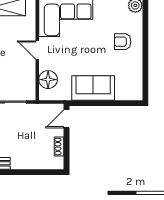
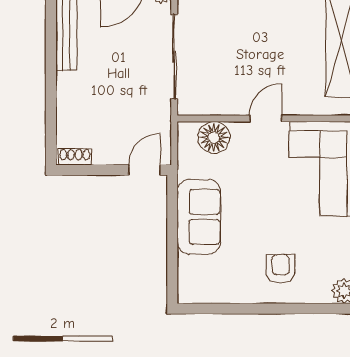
door: (67, 119) -> (145, 170), hinge flipped
shoe rack: (59, 146) -> (75, 157), moved

